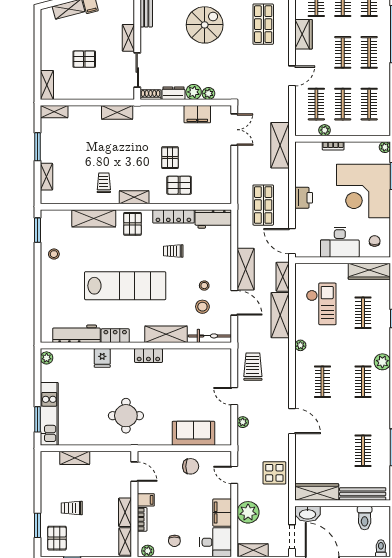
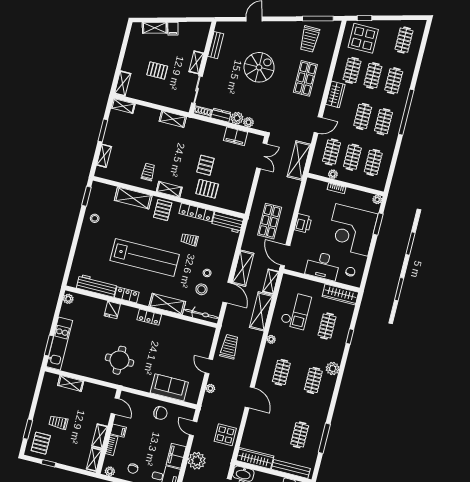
shelving: (280, 145) -> (299, 161), moved

